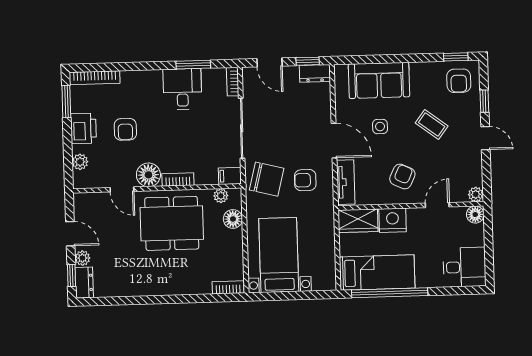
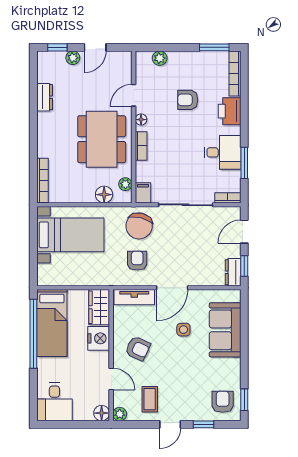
armchair: (459, 81) -> (223, 402), turned 90
coffee table: (432, 125) -> (150, 399), moved, turned -37
printer: (83, 128) -> (230, 111), moved, turned 90
floor lamp: (148, 175) -> (141, 120), width x0.53, depth x0.53
dresser: (84, 283) -> (45, 97), moved, turned -90
bookcase: (228, 287) -> (42, 180), width x1.56

